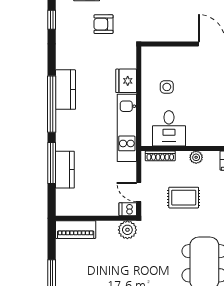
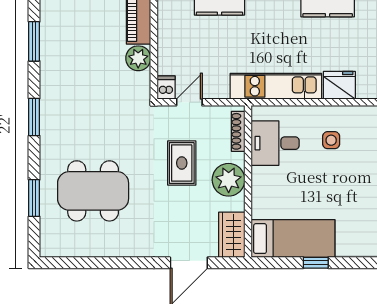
plant: (196, 157) -> (229, 180), width x1.88, depth x1.88
plant: (127, 230) -> (138, 58), moved

